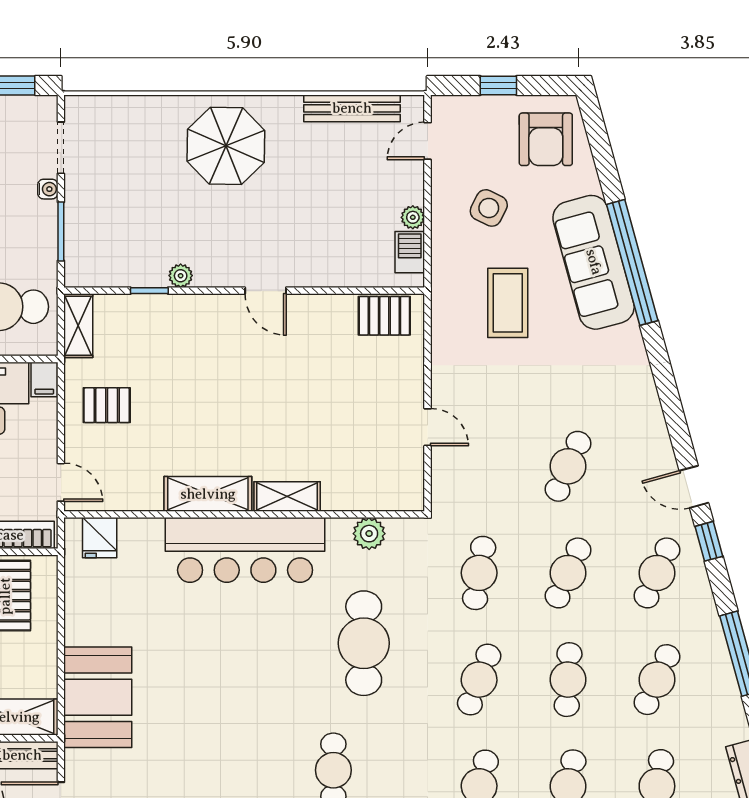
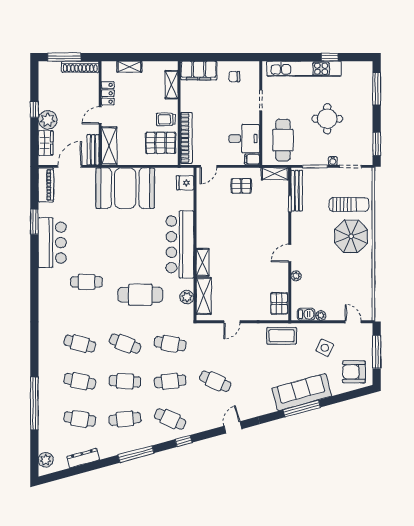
window: (498, 86) -> (377, 352), width x2.17
bench: (352, 108) -> (297, 191), moved
sun lounger: (151, 151) -> (349, 204), added
window: (632, 262) -> (302, 409), width x0.68
plant: (181, 276) -> (296, 276), moved
coffee table: (508, 303) -> (282, 336), moved
pallet: (107, 405) -> (241, 186), turned 90
door: (694, 487) -> (233, 427), moved
shelving: (208, 494) -> (204, 296), moved
cafe table: (568, 573) -> (170, 381), turned -30
cafe table: (657, 680) -> (125, 419), turned -30
booth: (98, 697) -> (125, 188), width x1.36, depth x1.42

